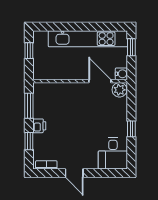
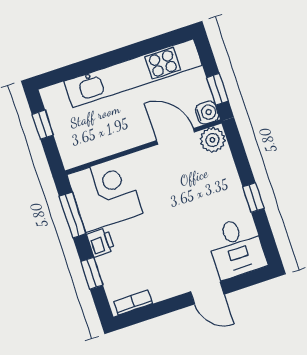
window: (131, 47) -> (218, 89), moved
corner desk: (51, 100) -> (105, 194), added
door: (74, 173) -> (207, 293), moved

